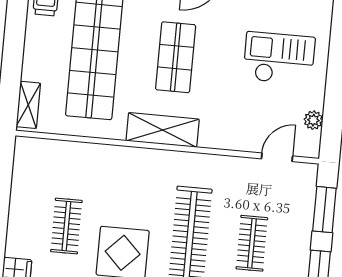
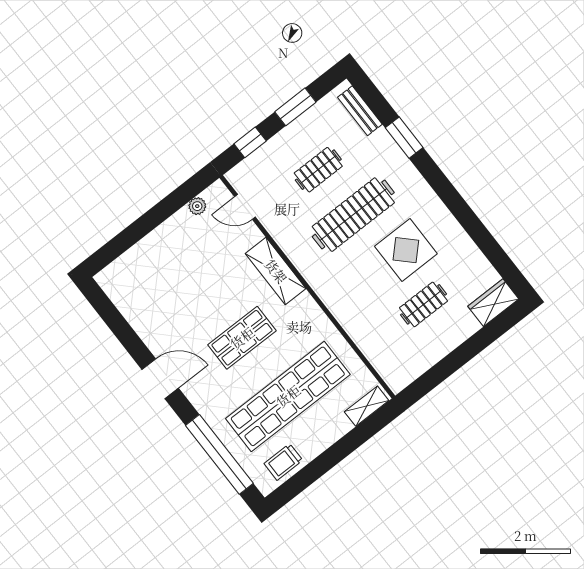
checkout: (279, 58) -> (178, 268), removed
shelving: (163, 130) -> (276, 271), moved
window: (324, 210) -> (250, 142), width x0.67

